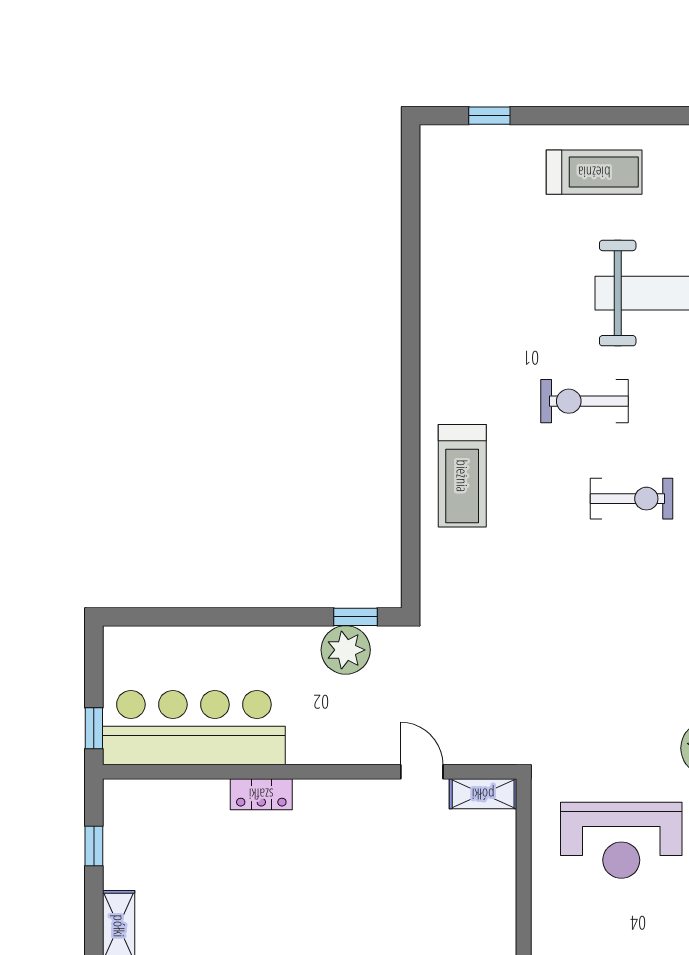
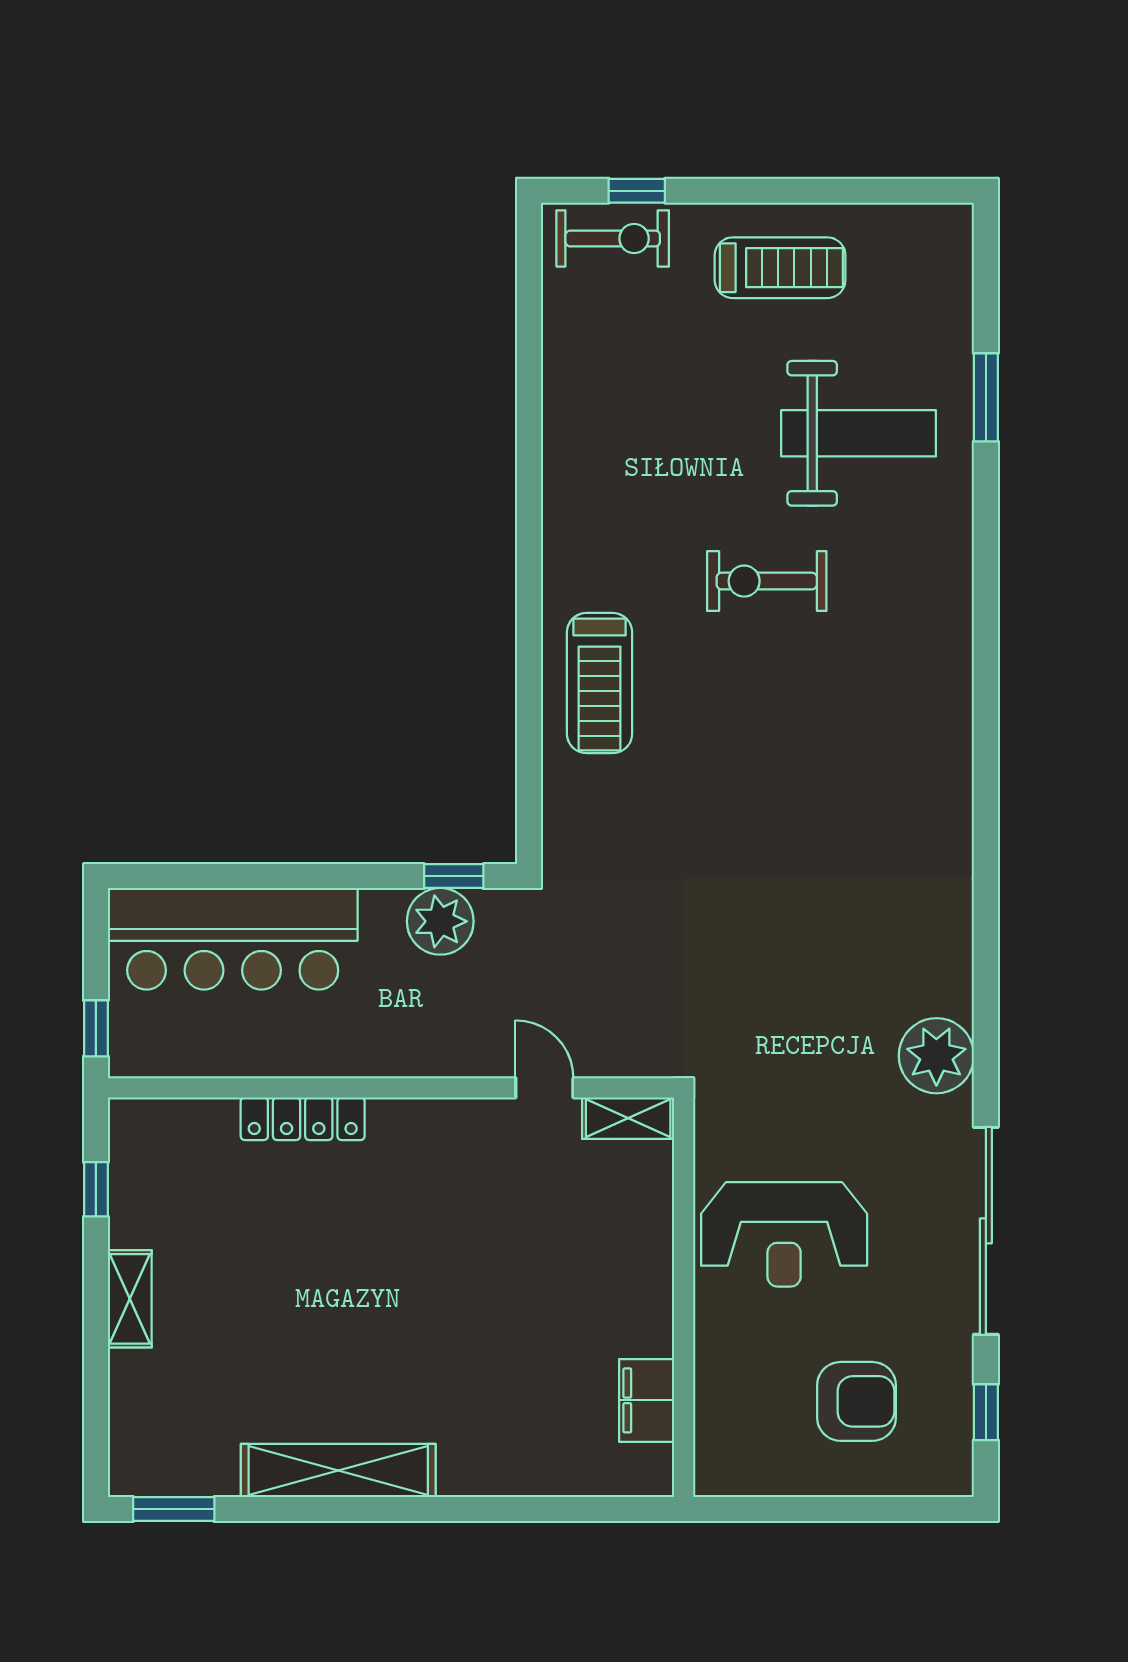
exercise bike: (632, 499) -> (613, 238), moved
bar counter: (194, 728) -> (233, 939), moved, turned 180
locker: (261, 794) -> (303, 1119), width x1.53
reception desk: (621, 840) -> (784, 1234), moved

